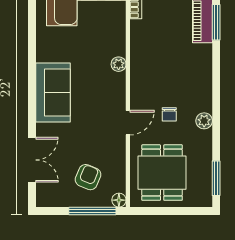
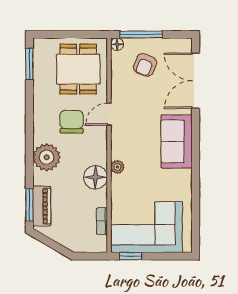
floor lamp: (143, 53) -> (95, 177), added
chair: (169, 114) -> (72, 122), width x1.87, depth x1.87
plant: (204, 121) -> (47, 157), moved, width x1.88, depth x1.88
double door: (32, 160) -> (196, 81), width x1.37

